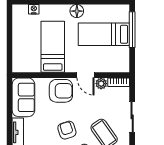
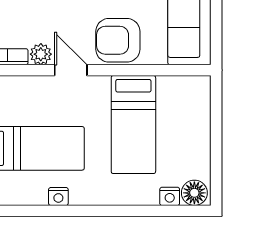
nightstand: (92, 9) -> (58, 196), added
floor lamp: (77, 11) -> (194, 193), moved

